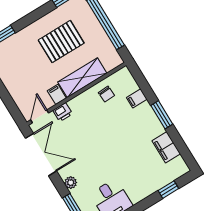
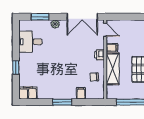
printer: (63, 112) -> (99, 55), moved
filing cabinet: (166, 147) -> (28, 93), moved
window: (168, 190) -> (16, 67), moved

